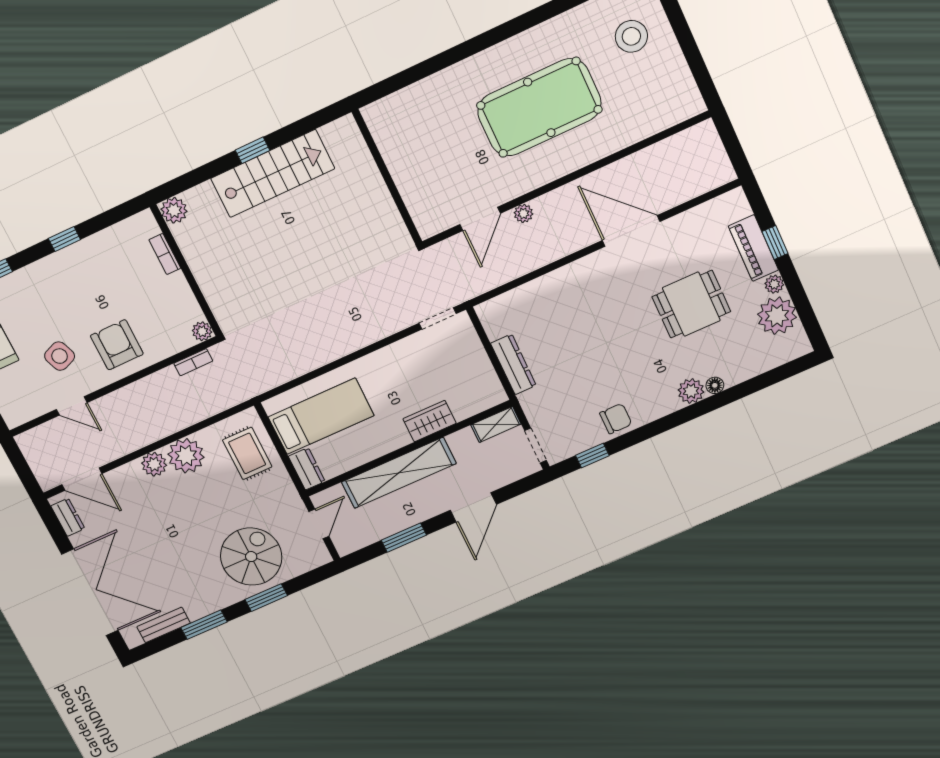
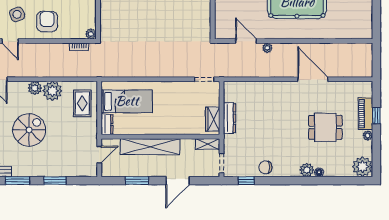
door: (480, 219) -> (246, 41), swing flipped
plant: (777, 316) -> (362, 167), moved
chair: (616, 419) -> (266, 167), turned 180
wardrobe: (430, 421) -> (213, 119), moved, turned -90
spiral stairs: (251, 557) -> (29, 130), moved

